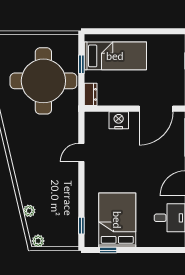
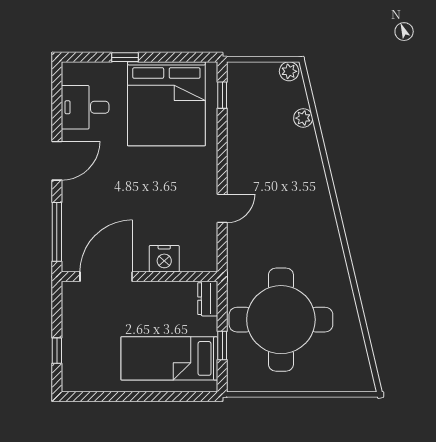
bed: (117, 220) -> (166, 104), width x1.36
window: (108, 250) -> (125, 57), moved

